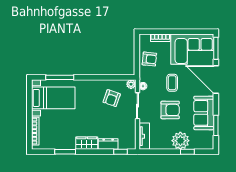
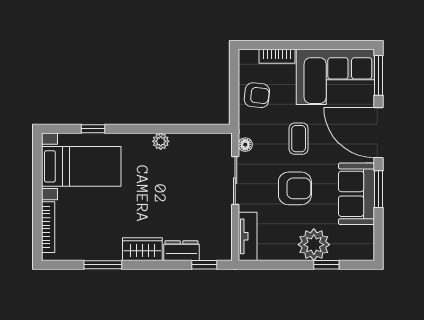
window: (60, 77) -> (93, 129), width x0.46
plant: (131, 84) -> (161, 141), moved
armchair: (112, 98) -> (188, 167), removed
window: (216, 125) -> (378, 189), moved

